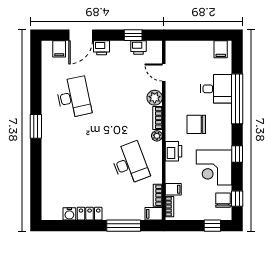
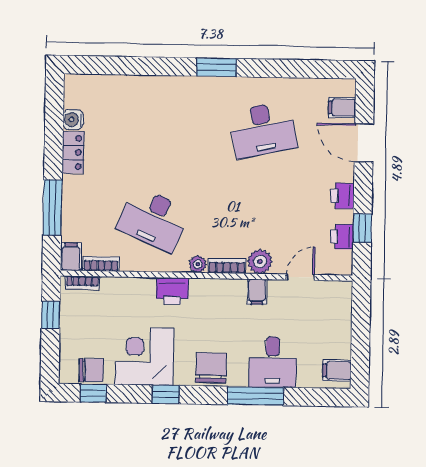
printer: (102, 48) -> (342, 196), moved
window: (237, 99) -> (256, 396), width x0.68
chair: (196, 124) -> (211, 368), moved
desk: (130, 163) -> (154, 219), turned 45
filing cabinet: (173, 189) -> (257, 292), moved
window: (212, 226) -> (51, 315), moved

